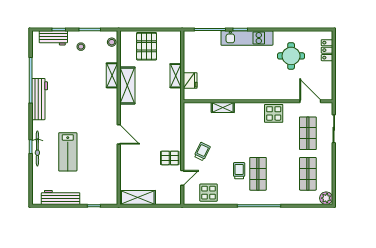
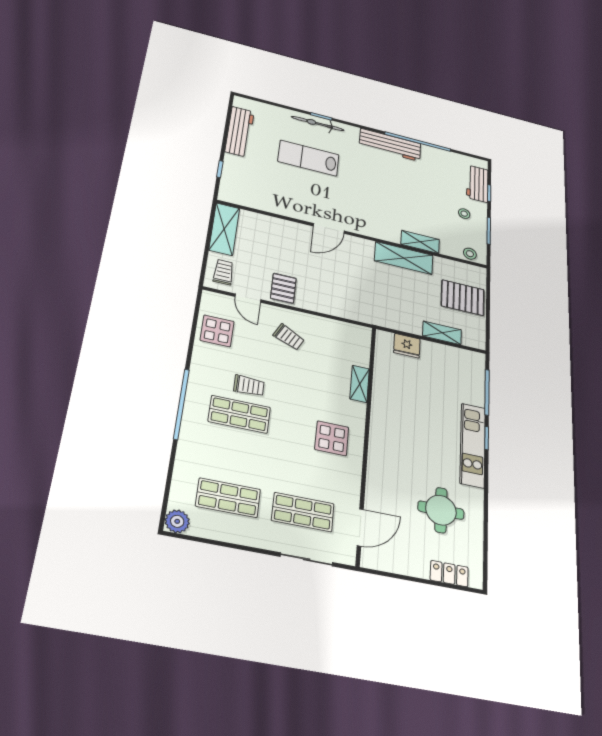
shelving: (176, 76) -> (442, 333), moved
display table: (274, 113) -> (332, 438), moved
trolley: (168, 194) -> (223, 272), added

